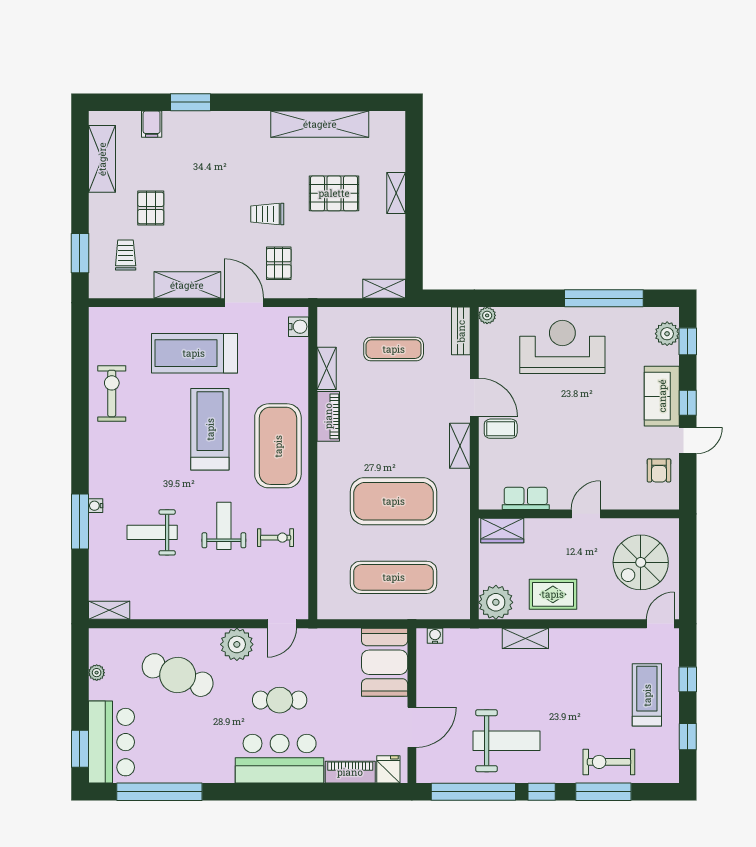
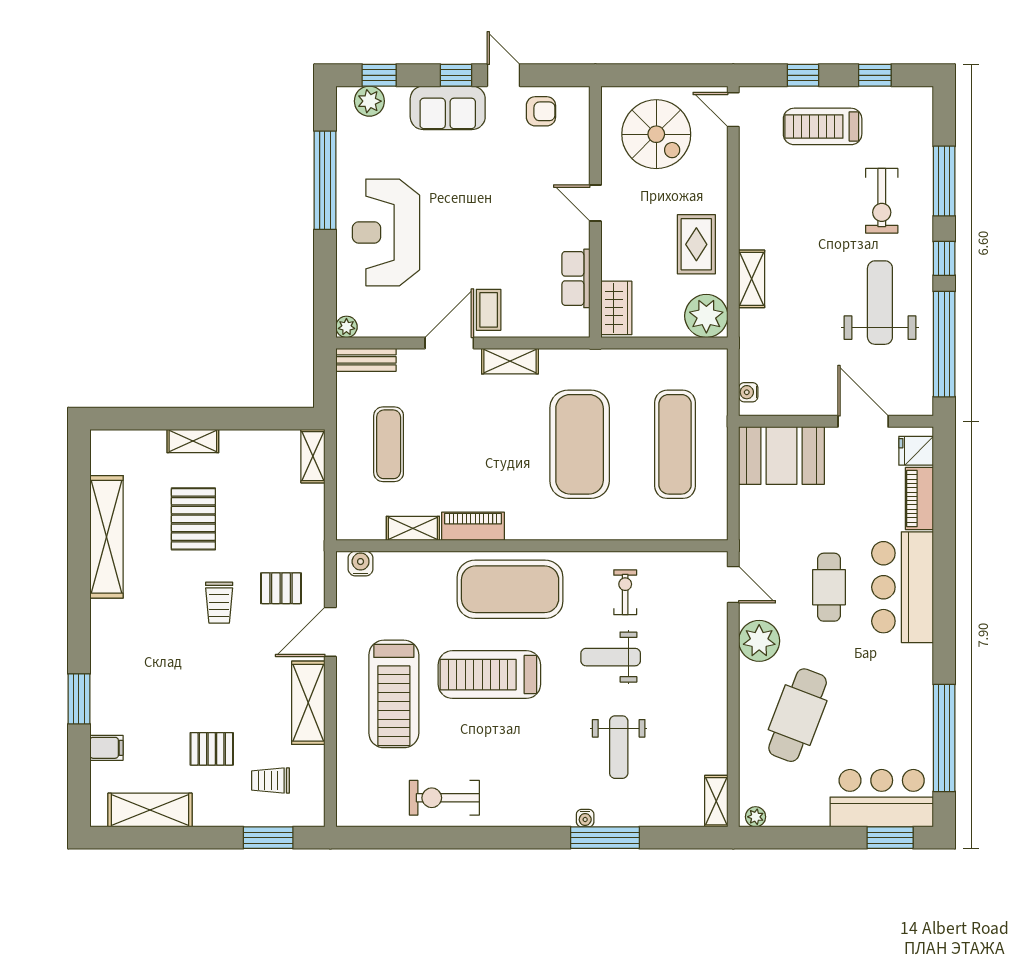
plant: (97, 673) -> (756, 817), moved
exercise bike: (609, 762) -> (882, 201), moved

